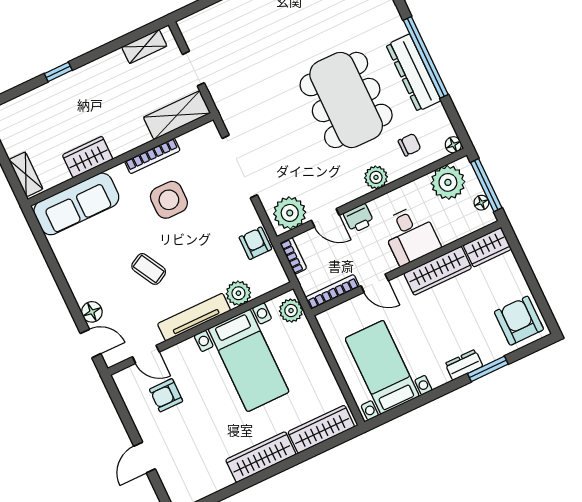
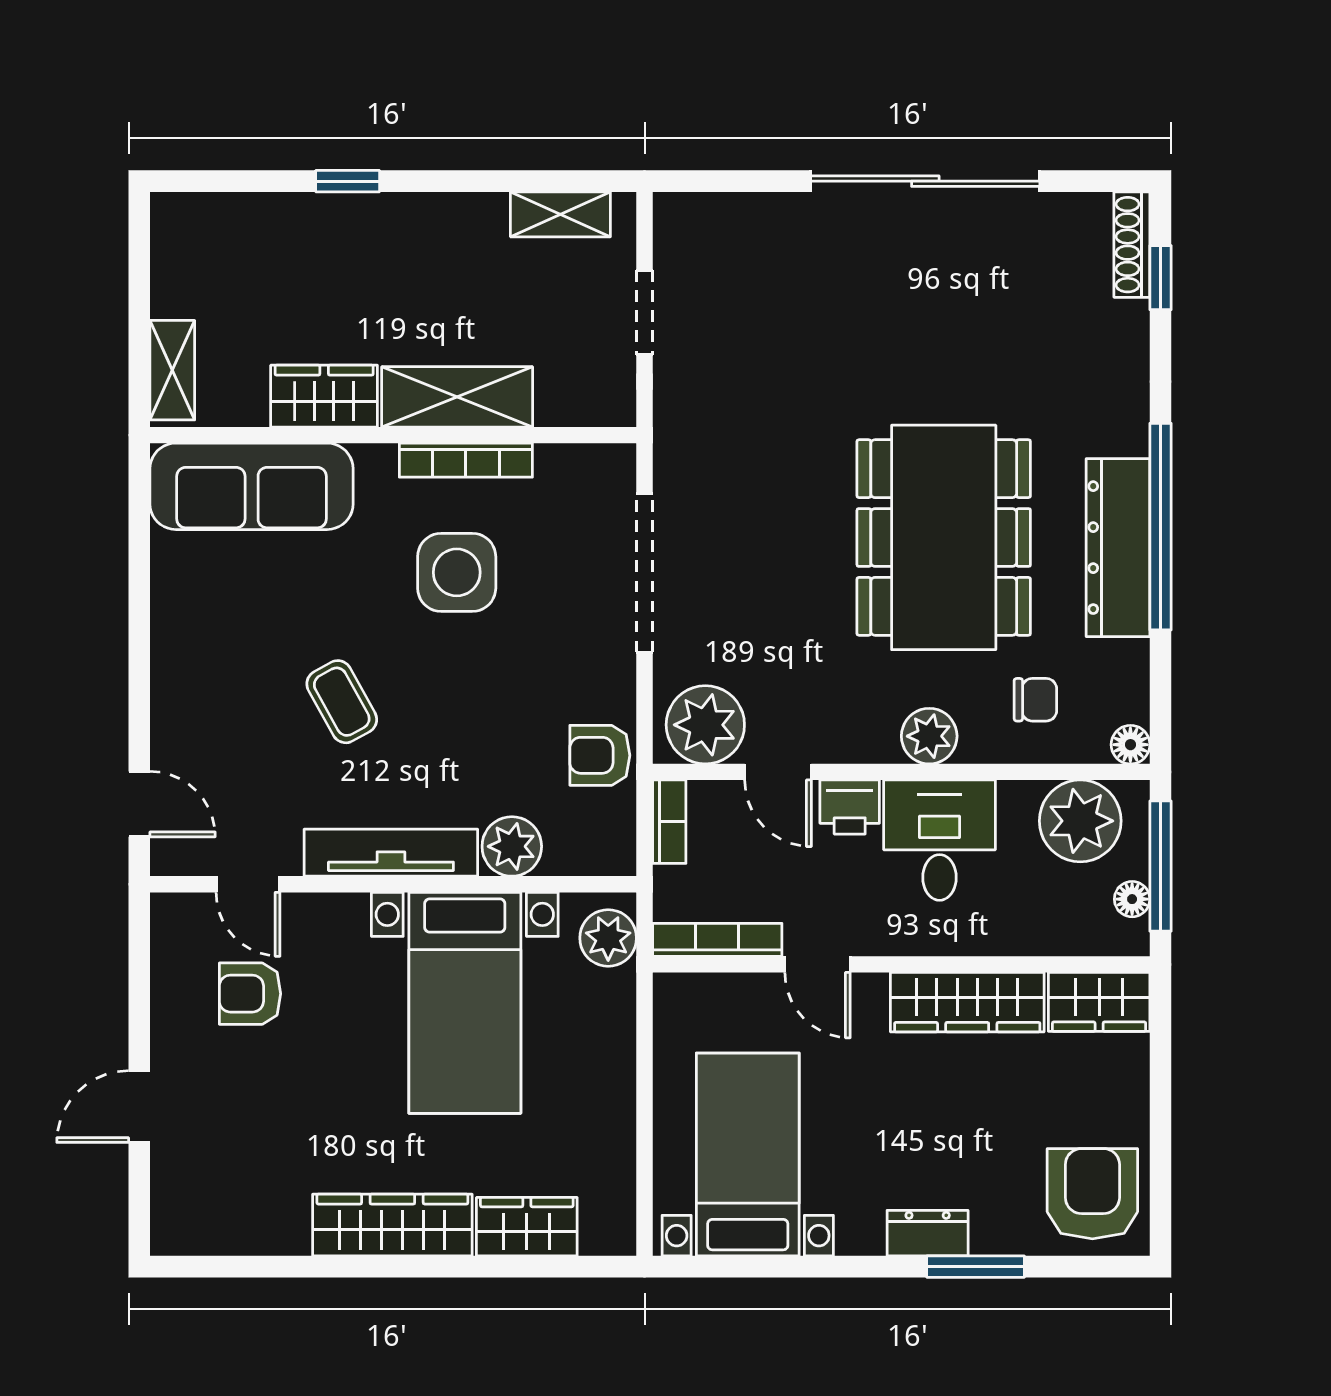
shelving: (177, 115) -> (457, 397), moved
desk: (410, 235) -> (940, 840), moved, turned 180
armchair: (255, 243) -> (600, 755), turned -90
floor lamp: (92, 312) -> (174, 737), removed
wardrobe: (321, 429) -> (527, 1227), width x0.67

